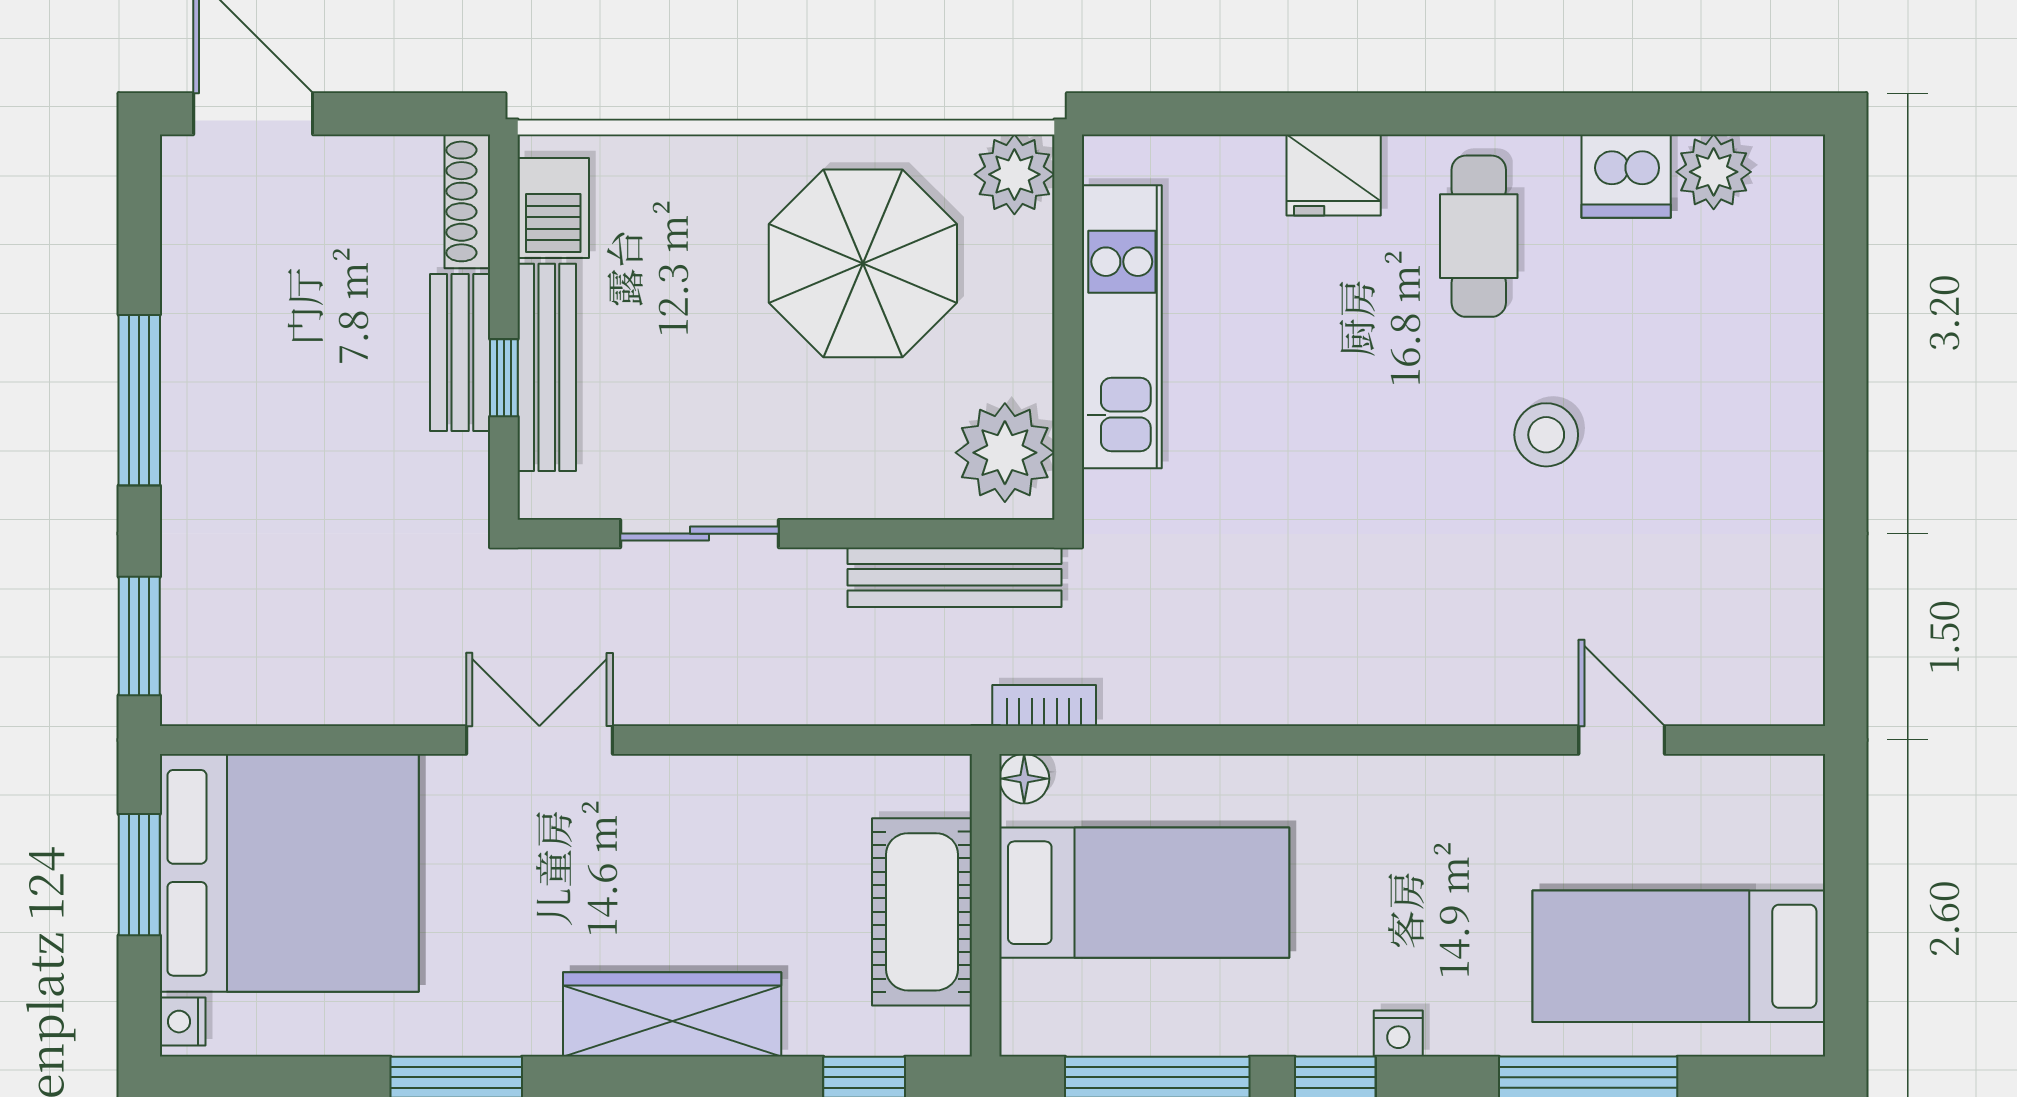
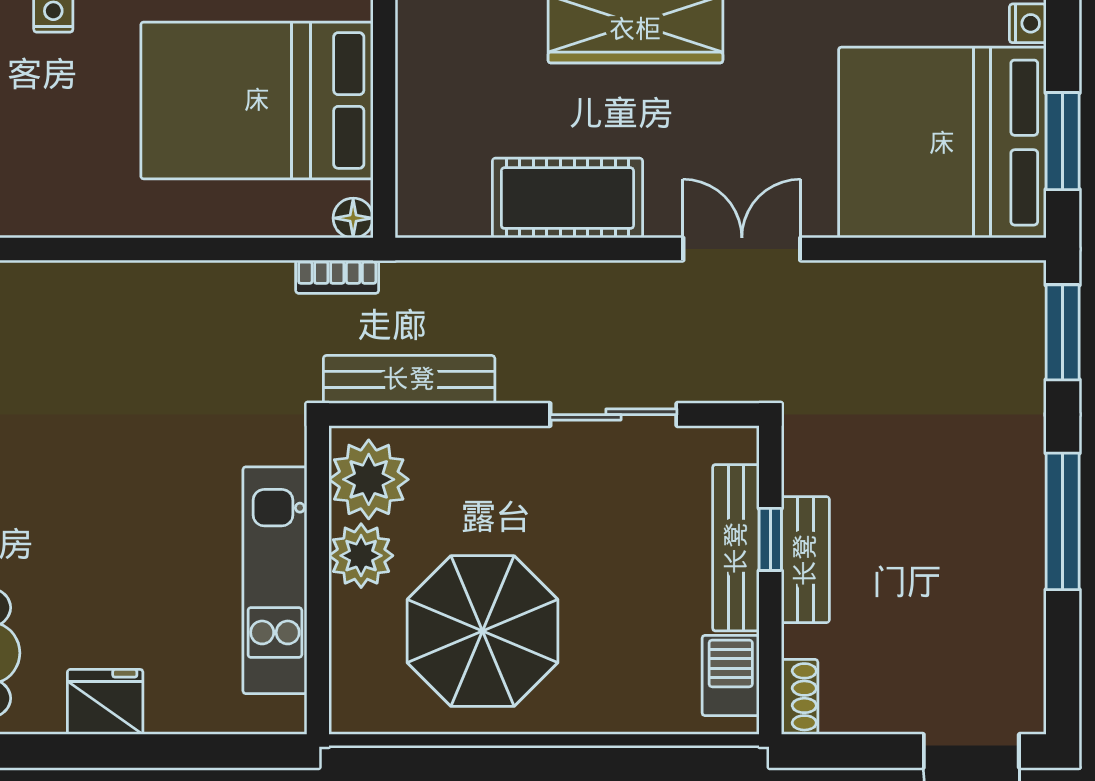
plant: (1014, 174) -> (361, 556), moved
shoe rack: (467, 201) -> (800, 697), width x0.70
double door: (539, 740) -> (742, 249), swing flipped
bed: (1144, 893) -> (257, 100), width x1.50
cot: (922, 912) -> (567, 198), moved, turned 90

